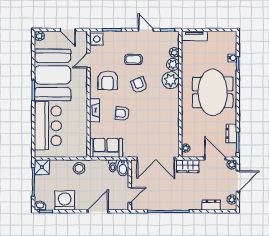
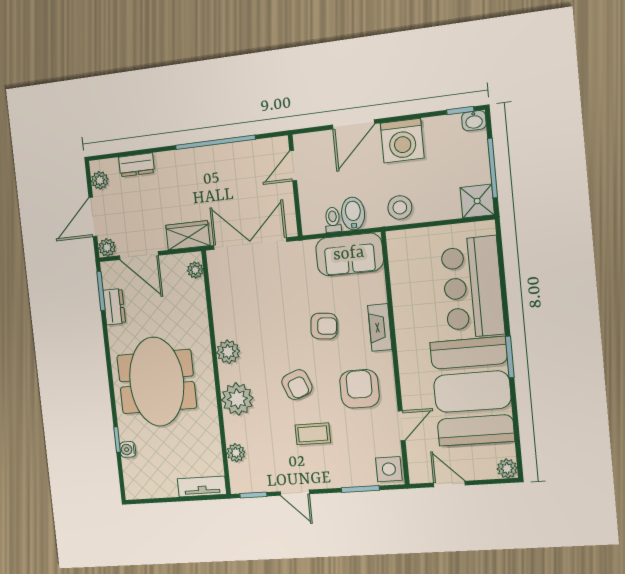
plant: (173, 64) -> (228, 352), moved
bidet: (123, 168) -> (353, 214), moved
washing machine: (65, 200) -> (402, 141), moved

